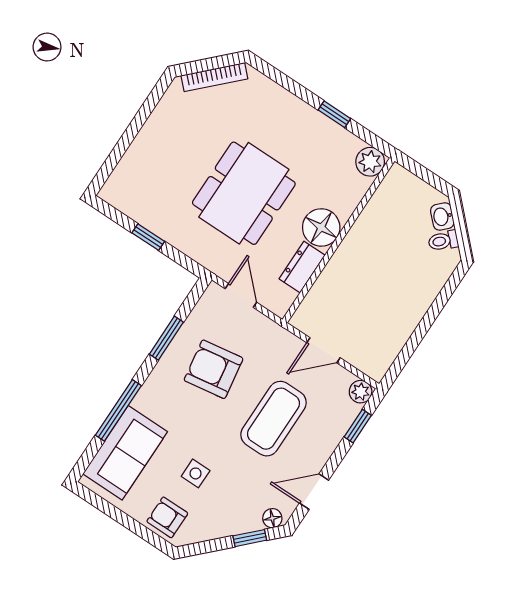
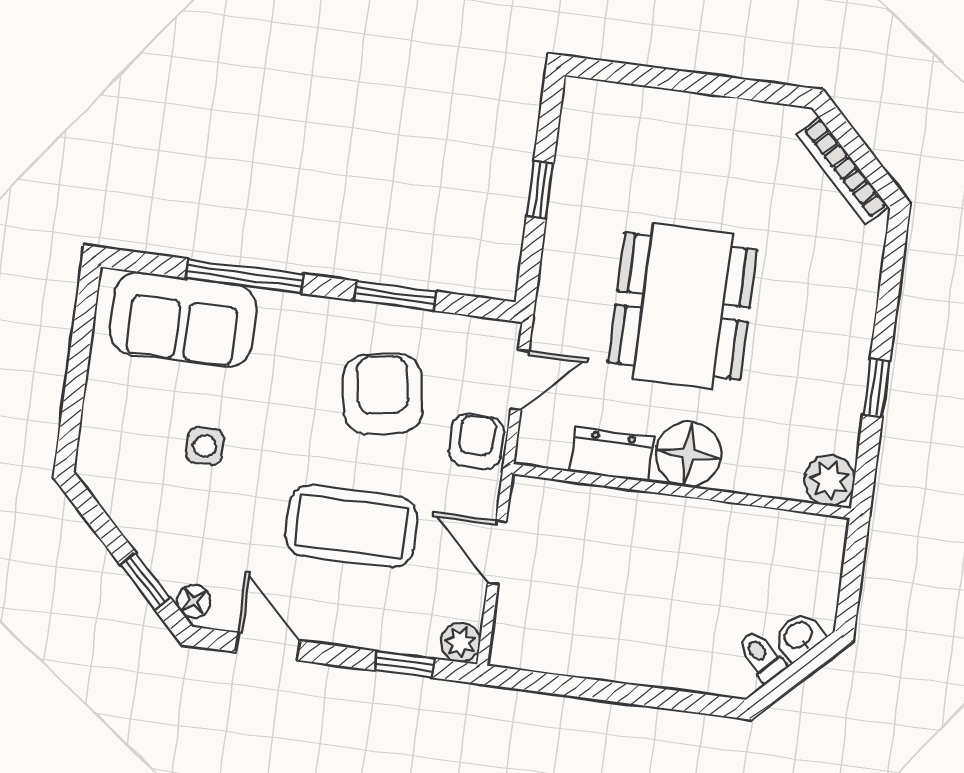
dining table: (244, 193) -> (683, 306), turned 90
armchair: (167, 517) -> (476, 441), moved

